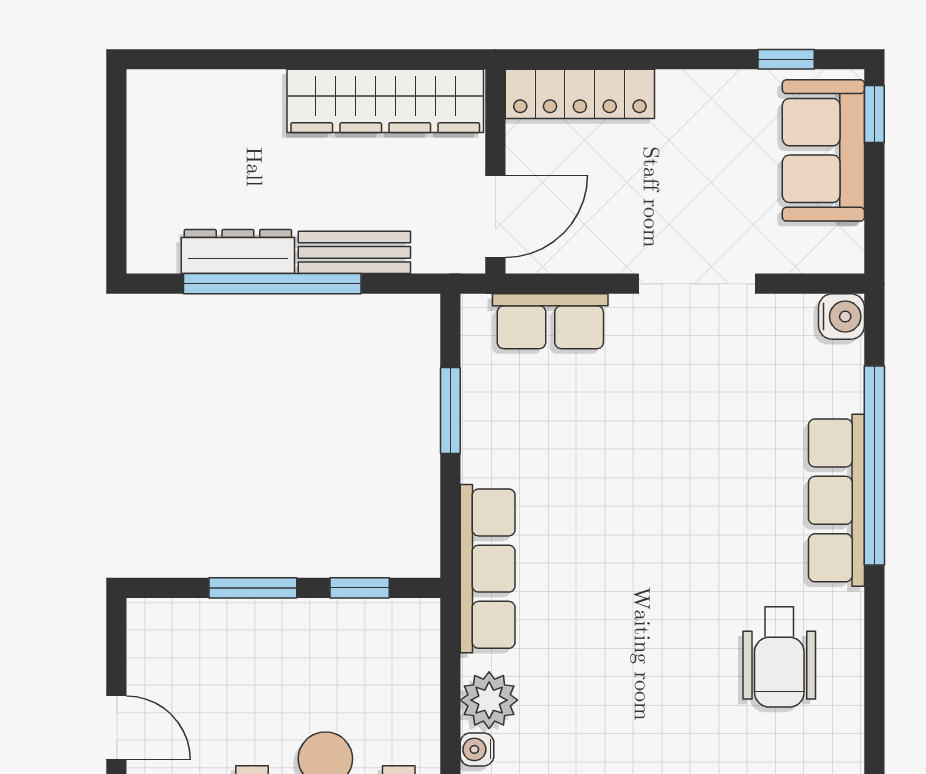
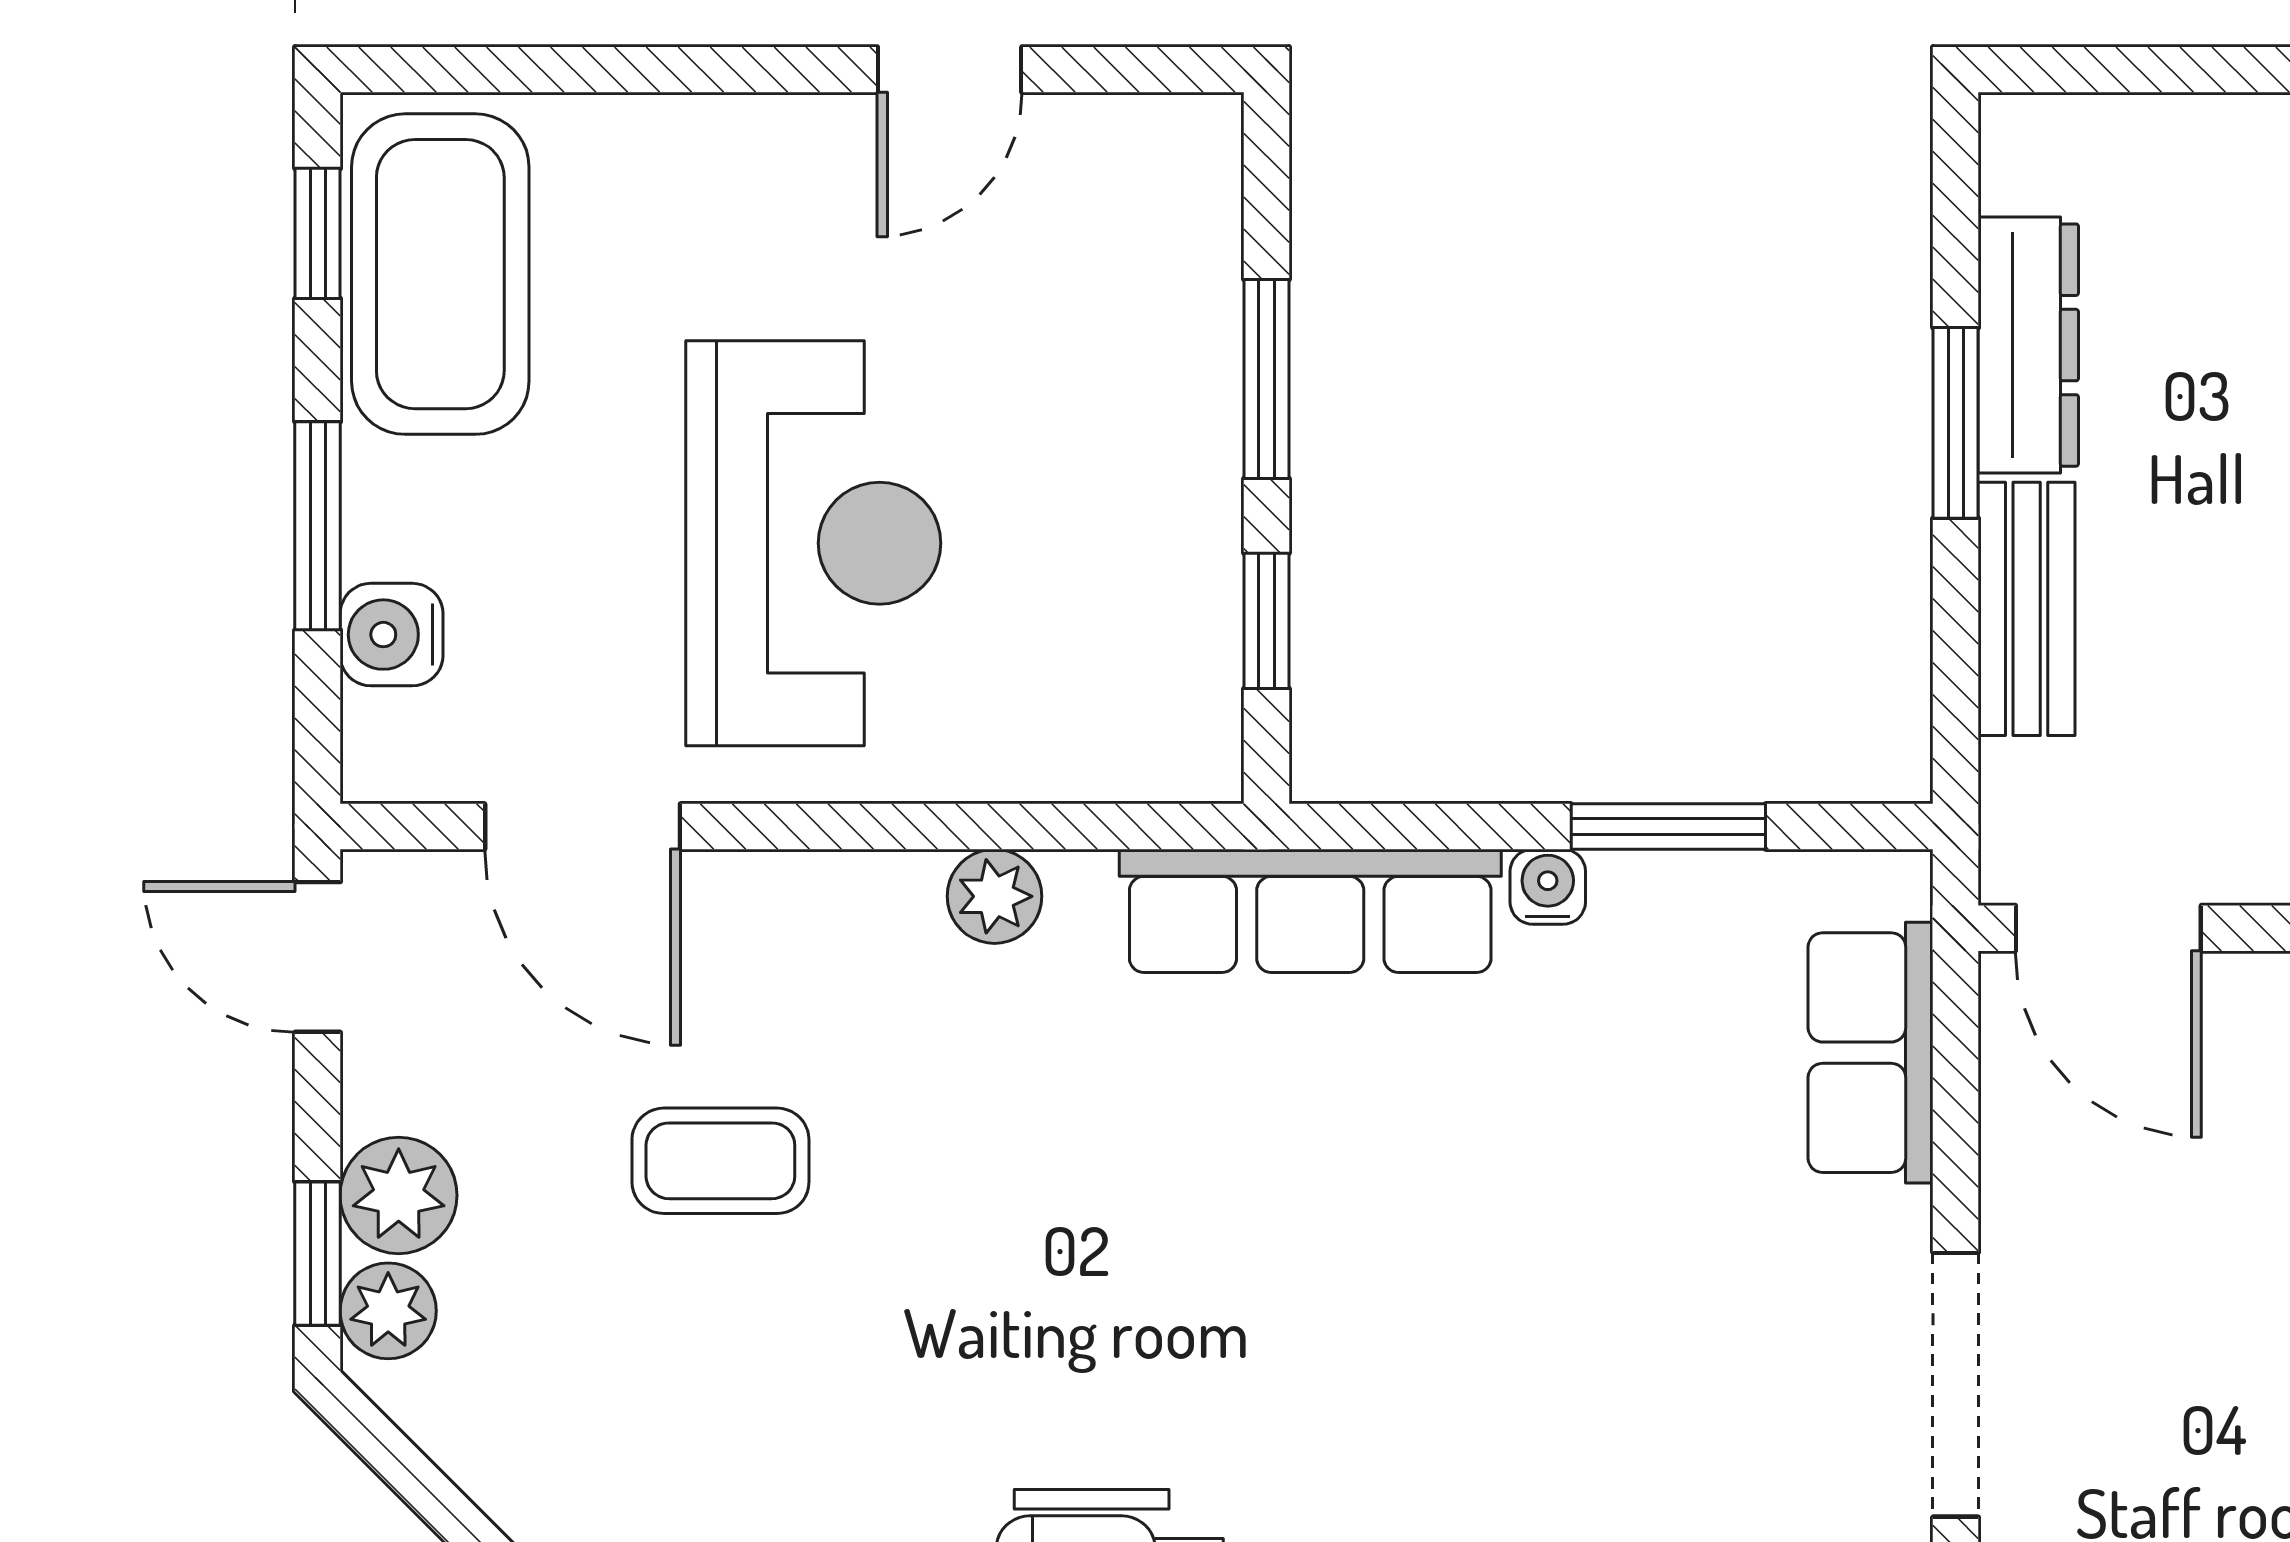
window: (272, 284) -> (1956, 423), width x0.47
plant: (489, 700) -> (994, 896), width x0.73, depth x0.73
water cooler: (477, 749) -> (1548, 887), moved

